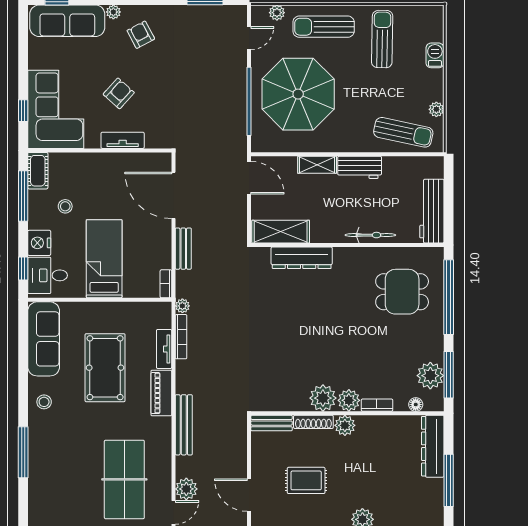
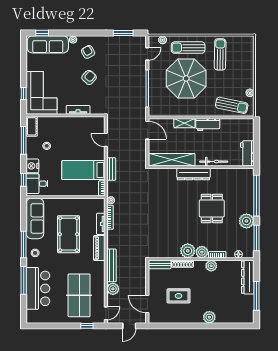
barbecue: (435, 55) -> (249, 63), removed
armchair: (119, 93) -> (89, 77), moved
parasol: (298, 94) -> (186, 78), moved
door: (173, 195) -> (106, 140), width x0.53
workbench: (432, 211) -> (247, 153), width x0.73
shelving: (281, 232) -> (172, 160), width x1.47
dresser: (302, 258) -> (193, 174), moved
bed: (104, 259) -> (83, 170), moved, turned -90
dining table: (402, 292) -> (212, 208), moved, turned 90
plant: (430, 376) -> (246, 221), moved
window: (23, 387) -> (24, 245), added
plant: (345, 425) -> (211, 266), moved
bar counter: (49, 467) -> (38, 288), added
plant: (186, 489) -> (113, 289), moved

